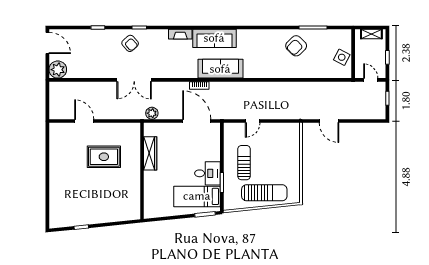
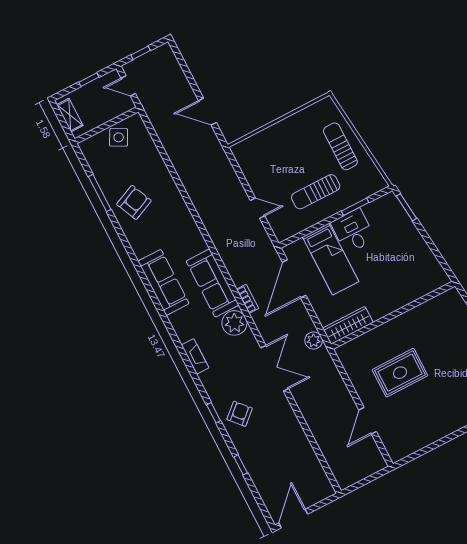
sofa: (214, 38) -> (163, 282), moved
armchair: (296, 46) -> (134, 202), turned -69
plant: (58, 70) -> (234, 323), moved
double door: (134, 80) -> (275, 368), moved
door: (371, 80) -> (128, 86), hinge flipped
door: (329, 121) -> (207, 112), swing flipped
wardrobe: (150, 153) -> (348, 325), moved
rug: (104, 157) -> (400, 373), turned 90
sun lounger: (264, 193) -> (340, 146), width x0.73, depth x0.75
bed: (197, 196) -> (331, 259), moved

